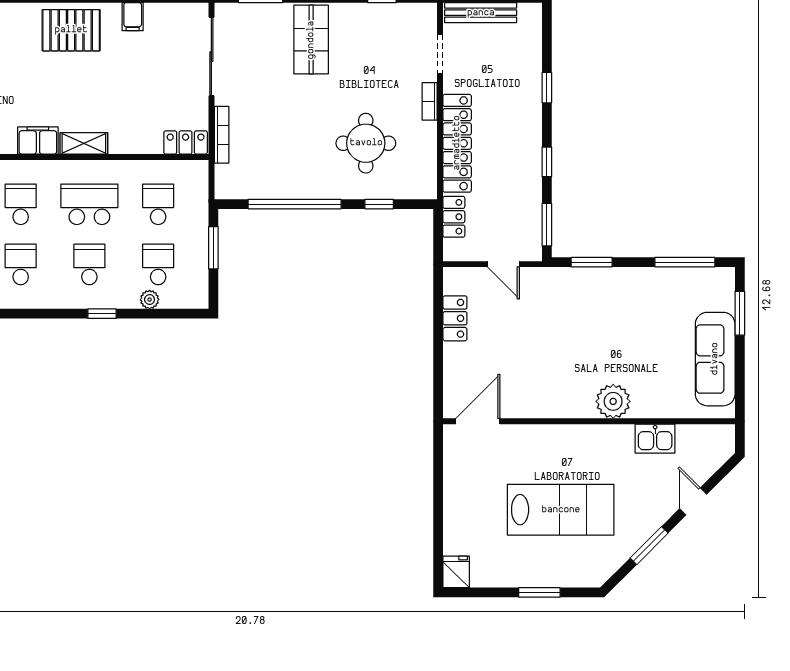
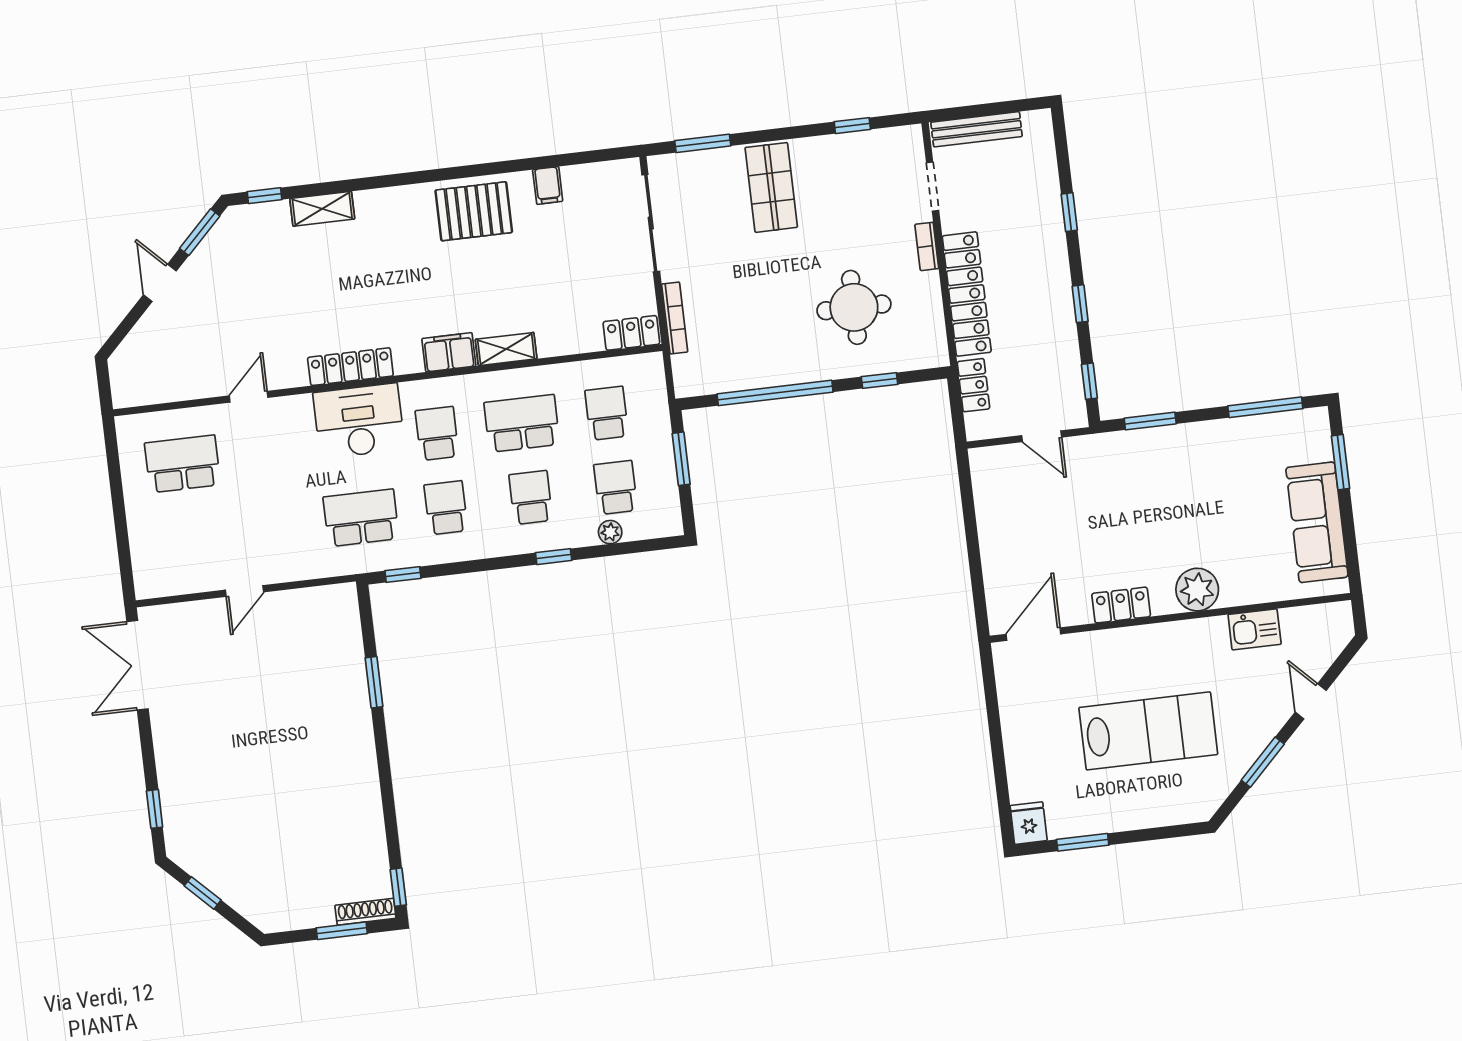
window: (547, 225) -> (1089, 381), width x0.67
locker: (455, 318) -> (1121, 605), moved, turned -90
window: (539, 592) -> (1083, 842), moved

